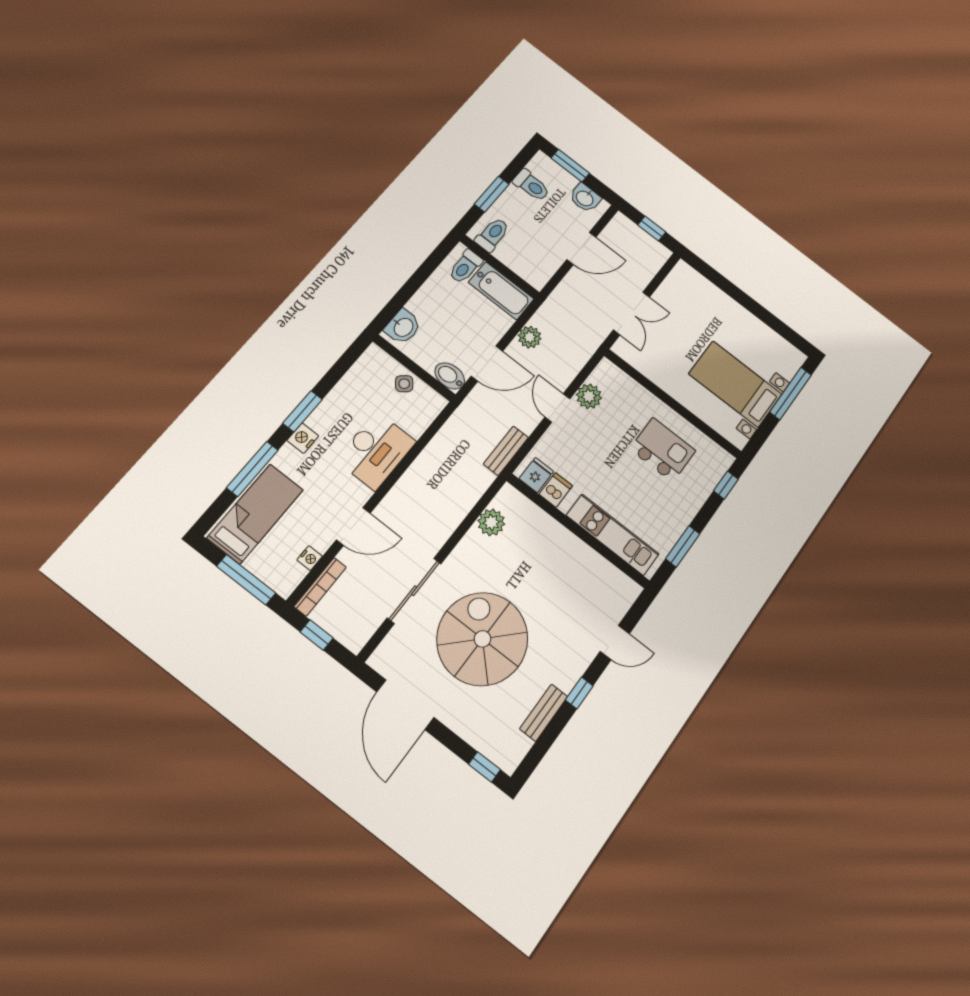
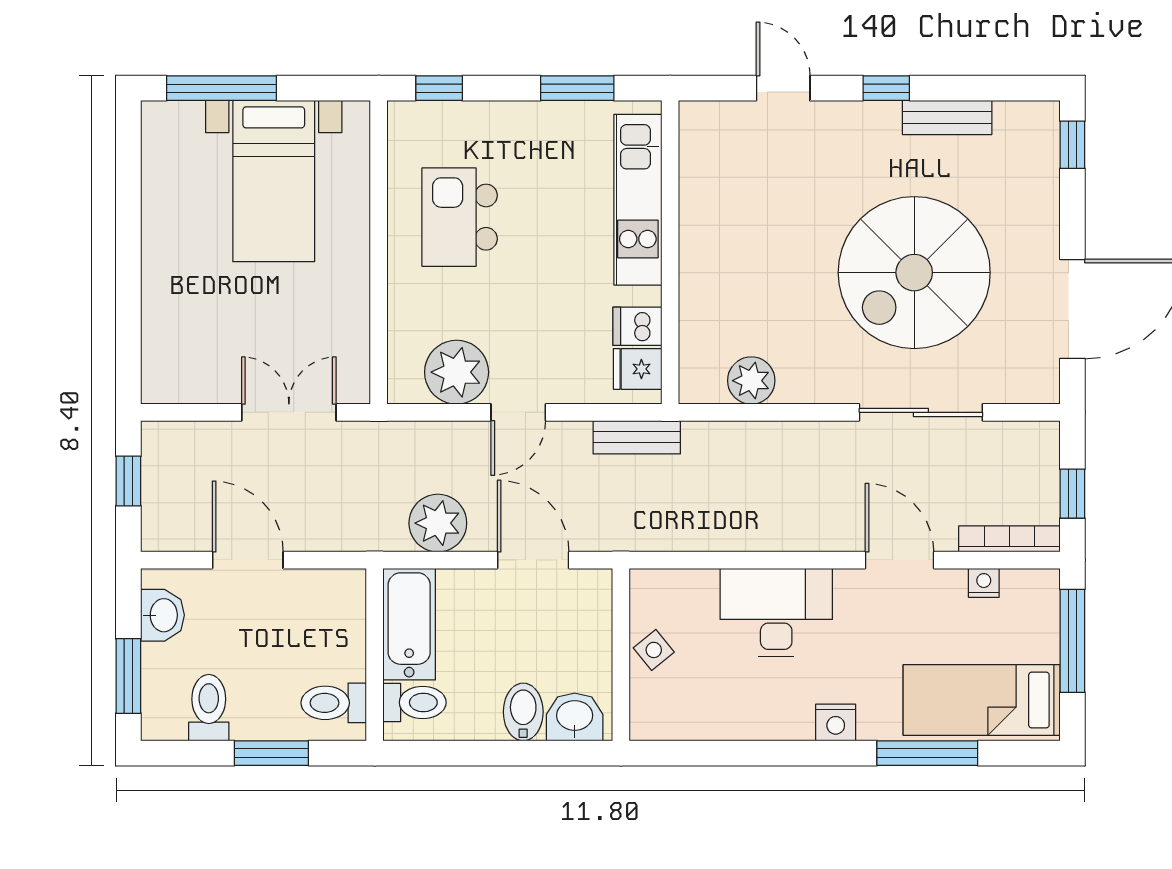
plant: (530, 337) -> (438, 523), width x1.36, depth x1.36
bidet: (450, 376) -> (523, 712), moved, turned 180
plant: (589, 396) -> (457, 372), width x1.36, depth x1.36
window: (303, 411) -> (800, 753), removed

